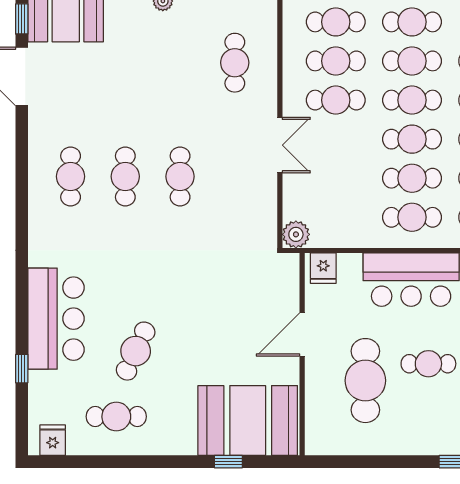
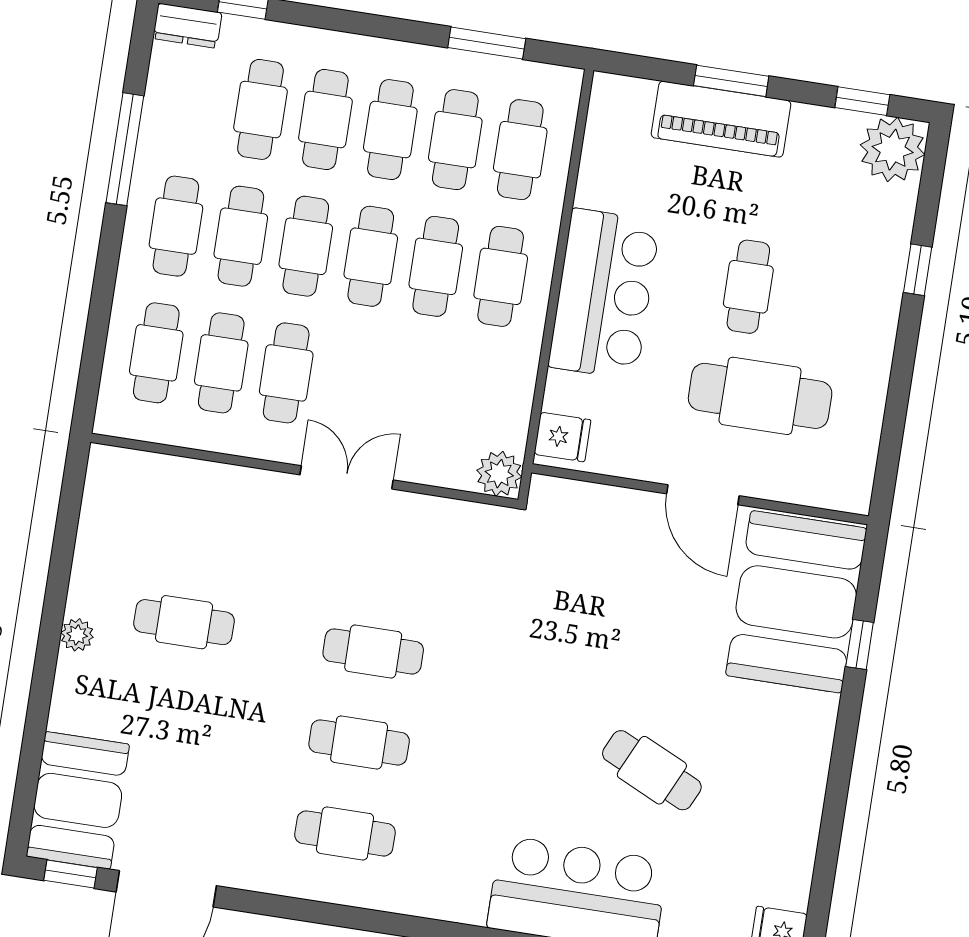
cafe table: (235, 63) -> (184, 622), moved
door: (302, 334) -> (703, 495), moved
cafe table: (116, 417) -> (756, 819), removed

